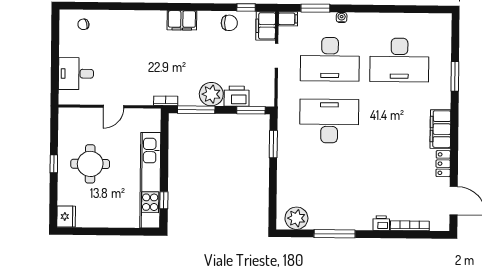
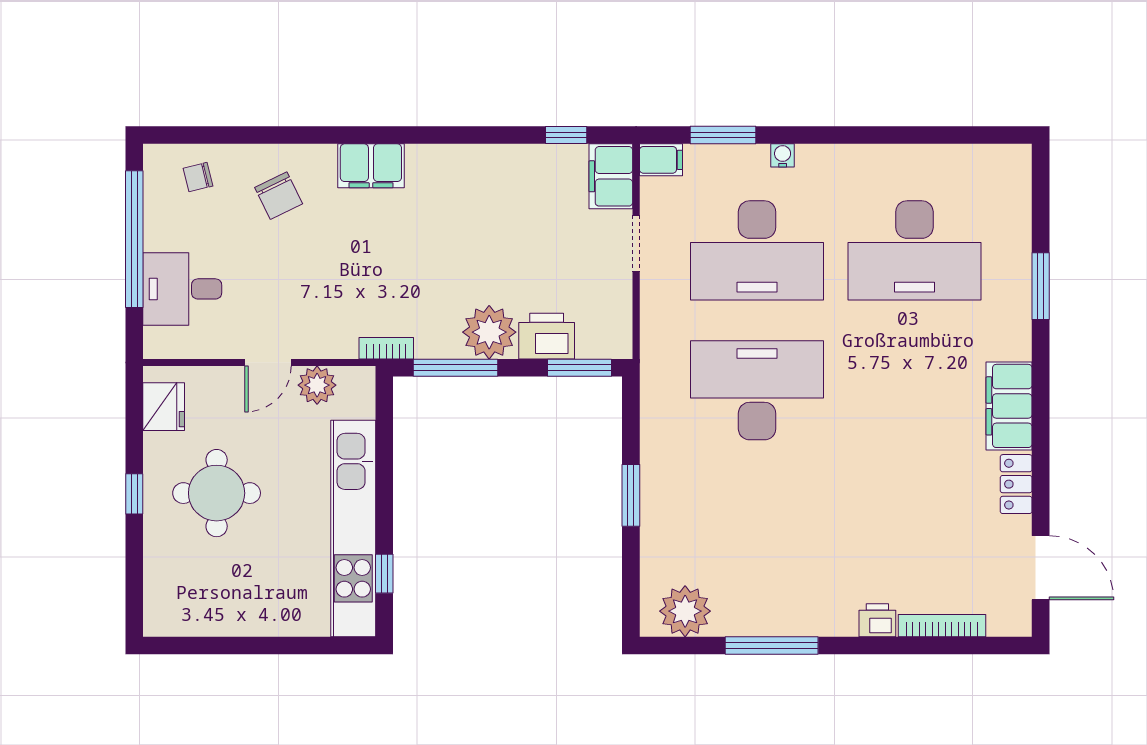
filing cabinet: (182, 20) -> (371, 166), moved
chair: (229, 23) -> (279, 196), moved, turned 64
window: (55, 51) -> (134, 239), added
plant: (135, 117) -> (317, 385), added
window: (273, 144) -> (631, 495), moved
fridge: (66, 217) -> (164, 407), moved

